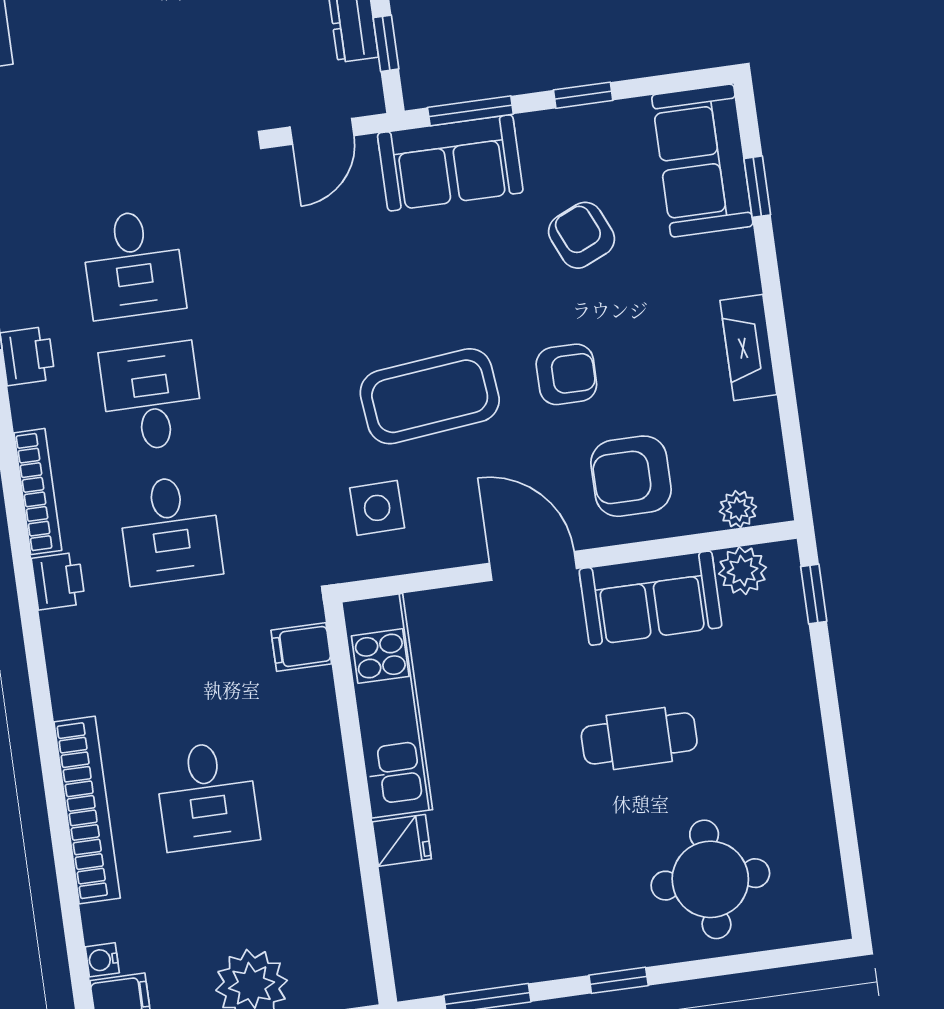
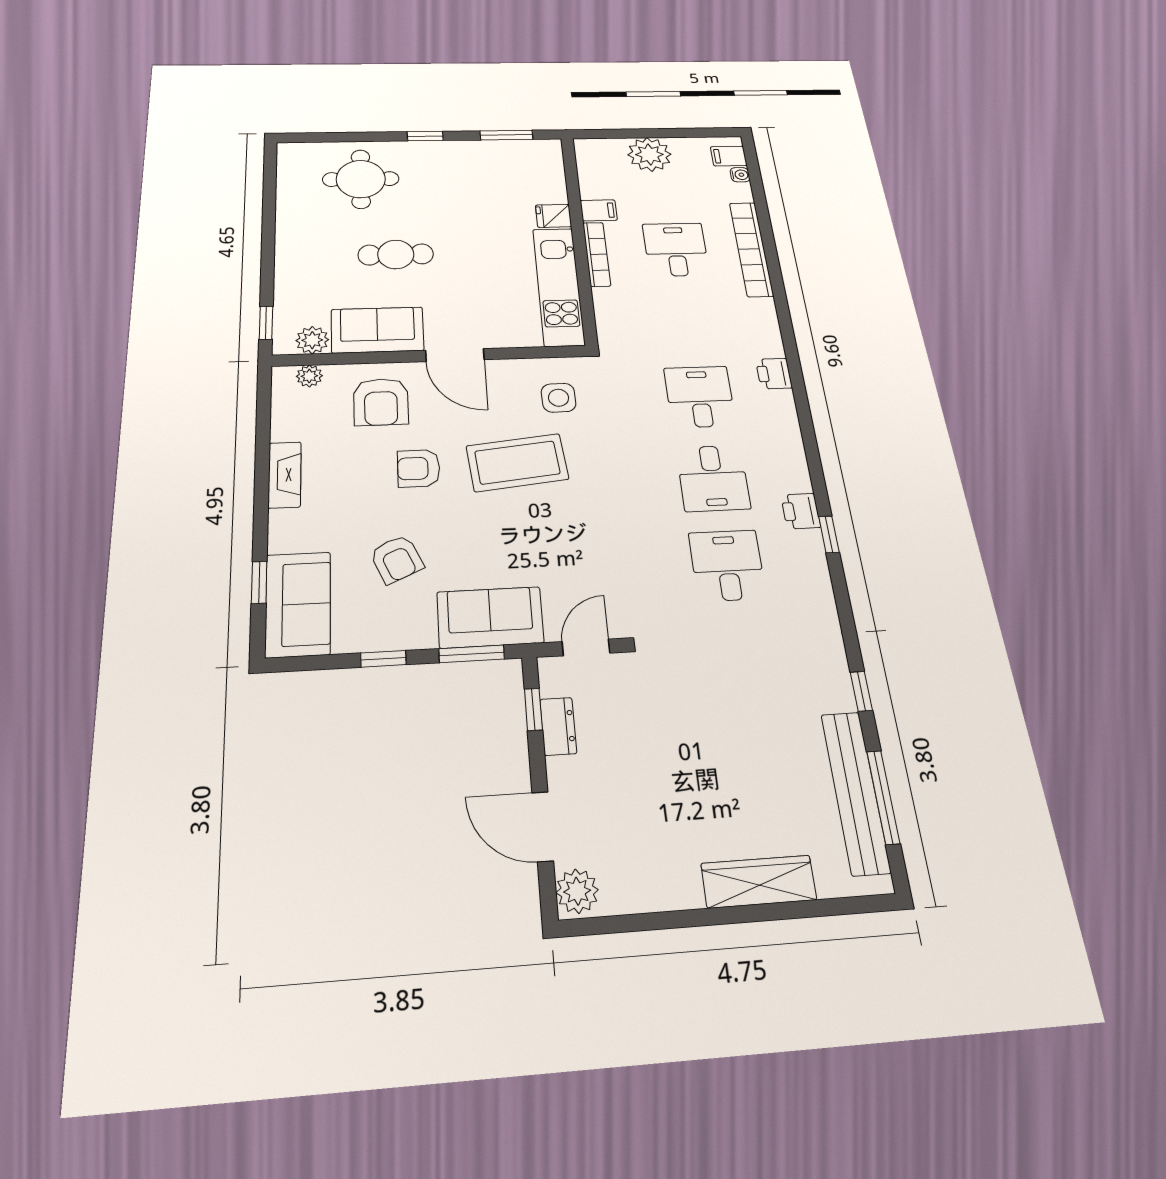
armchair: (631, 476) -> (381, 402), turned 90
bookcase: (38, 492) -> (597, 254), moved, turned 180
filing cabinet: (301, 647) -> (599, 210), moved

